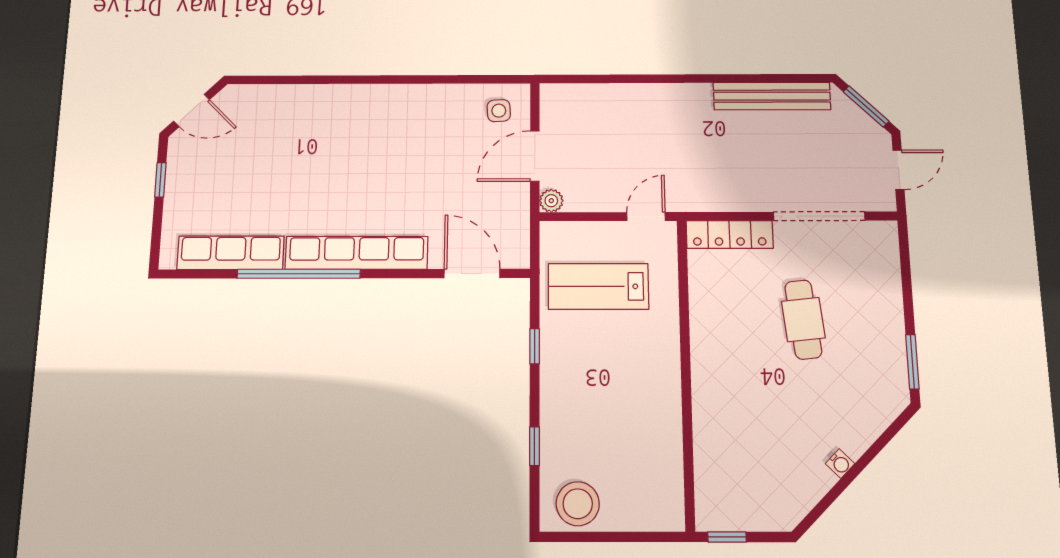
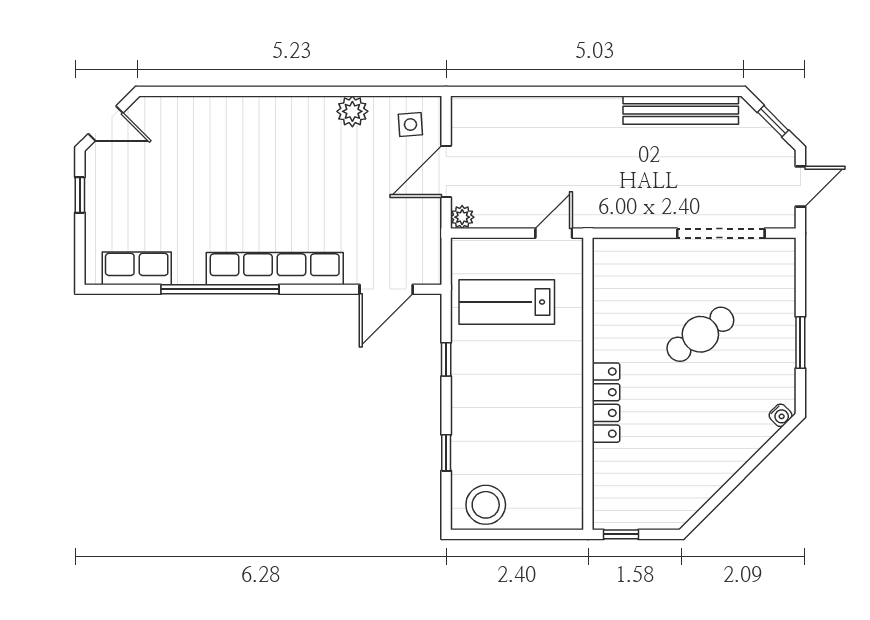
plant: (440, 98) -> (352, 111), added
window: (866, 106) -> (773, 121), width x0.67
locker: (730, 235) -> (606, 403), moved, turned -90
row of seats: (231, 253) -> (137, 268), width x0.68
door: (472, 274) -> (386, 289), swing flipped
cafe table: (803, 319) -> (700, 334), turned 61
window: (912, 362) -> (800, 342), moved
water cooler: (840, 464) -> (781, 415), moved

